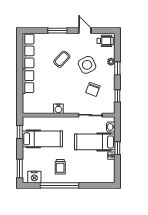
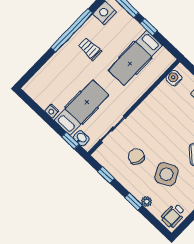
water cooler: (58, 109) -> (174, 78), moved
window: (20, 132) -> (149, 27), moved
window: (117, 148) -> (70, 141), moved

